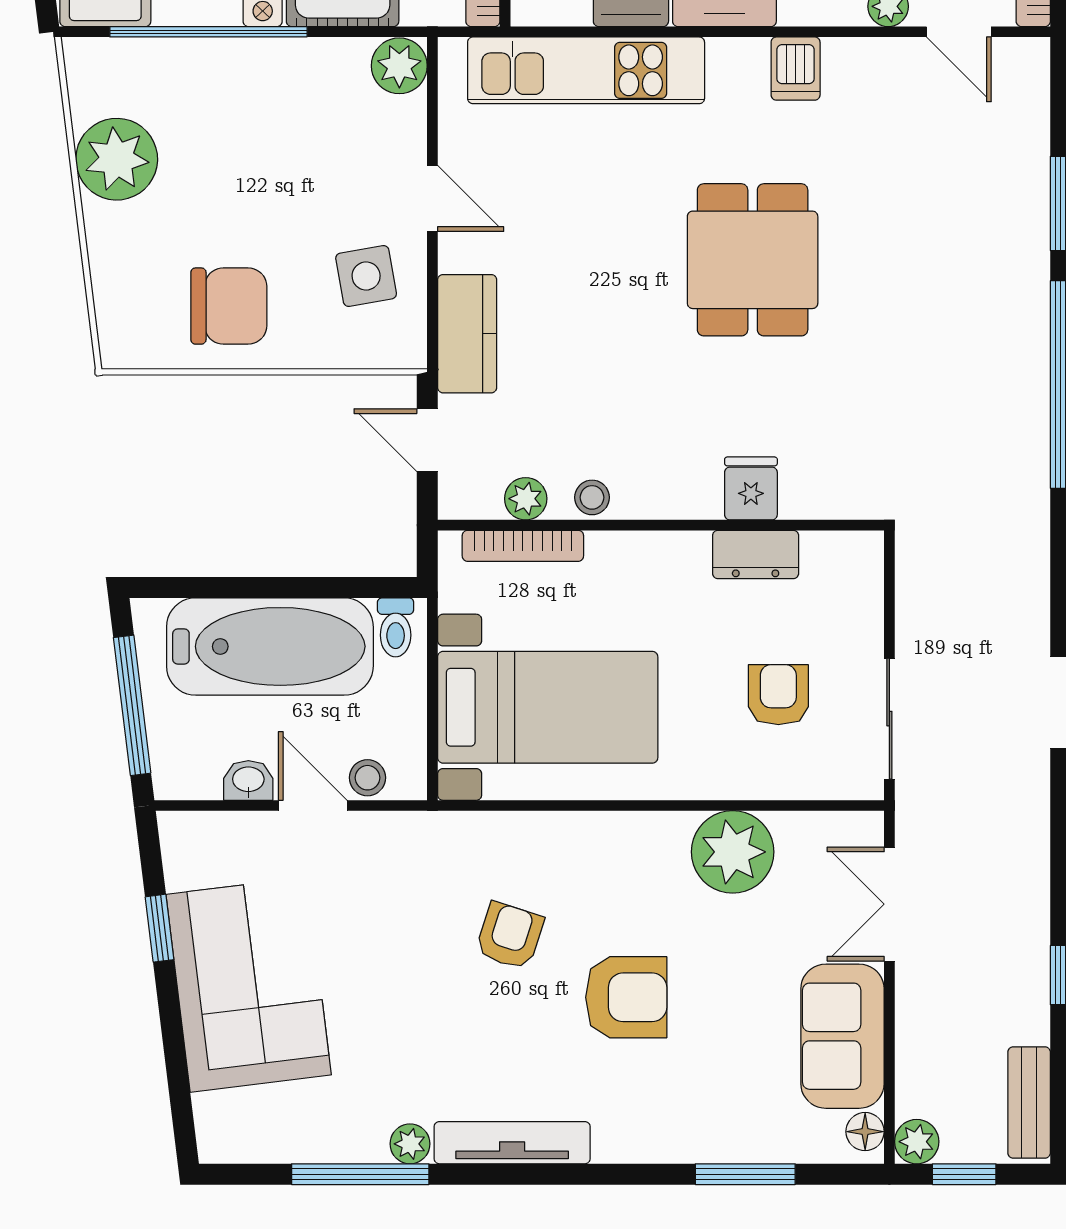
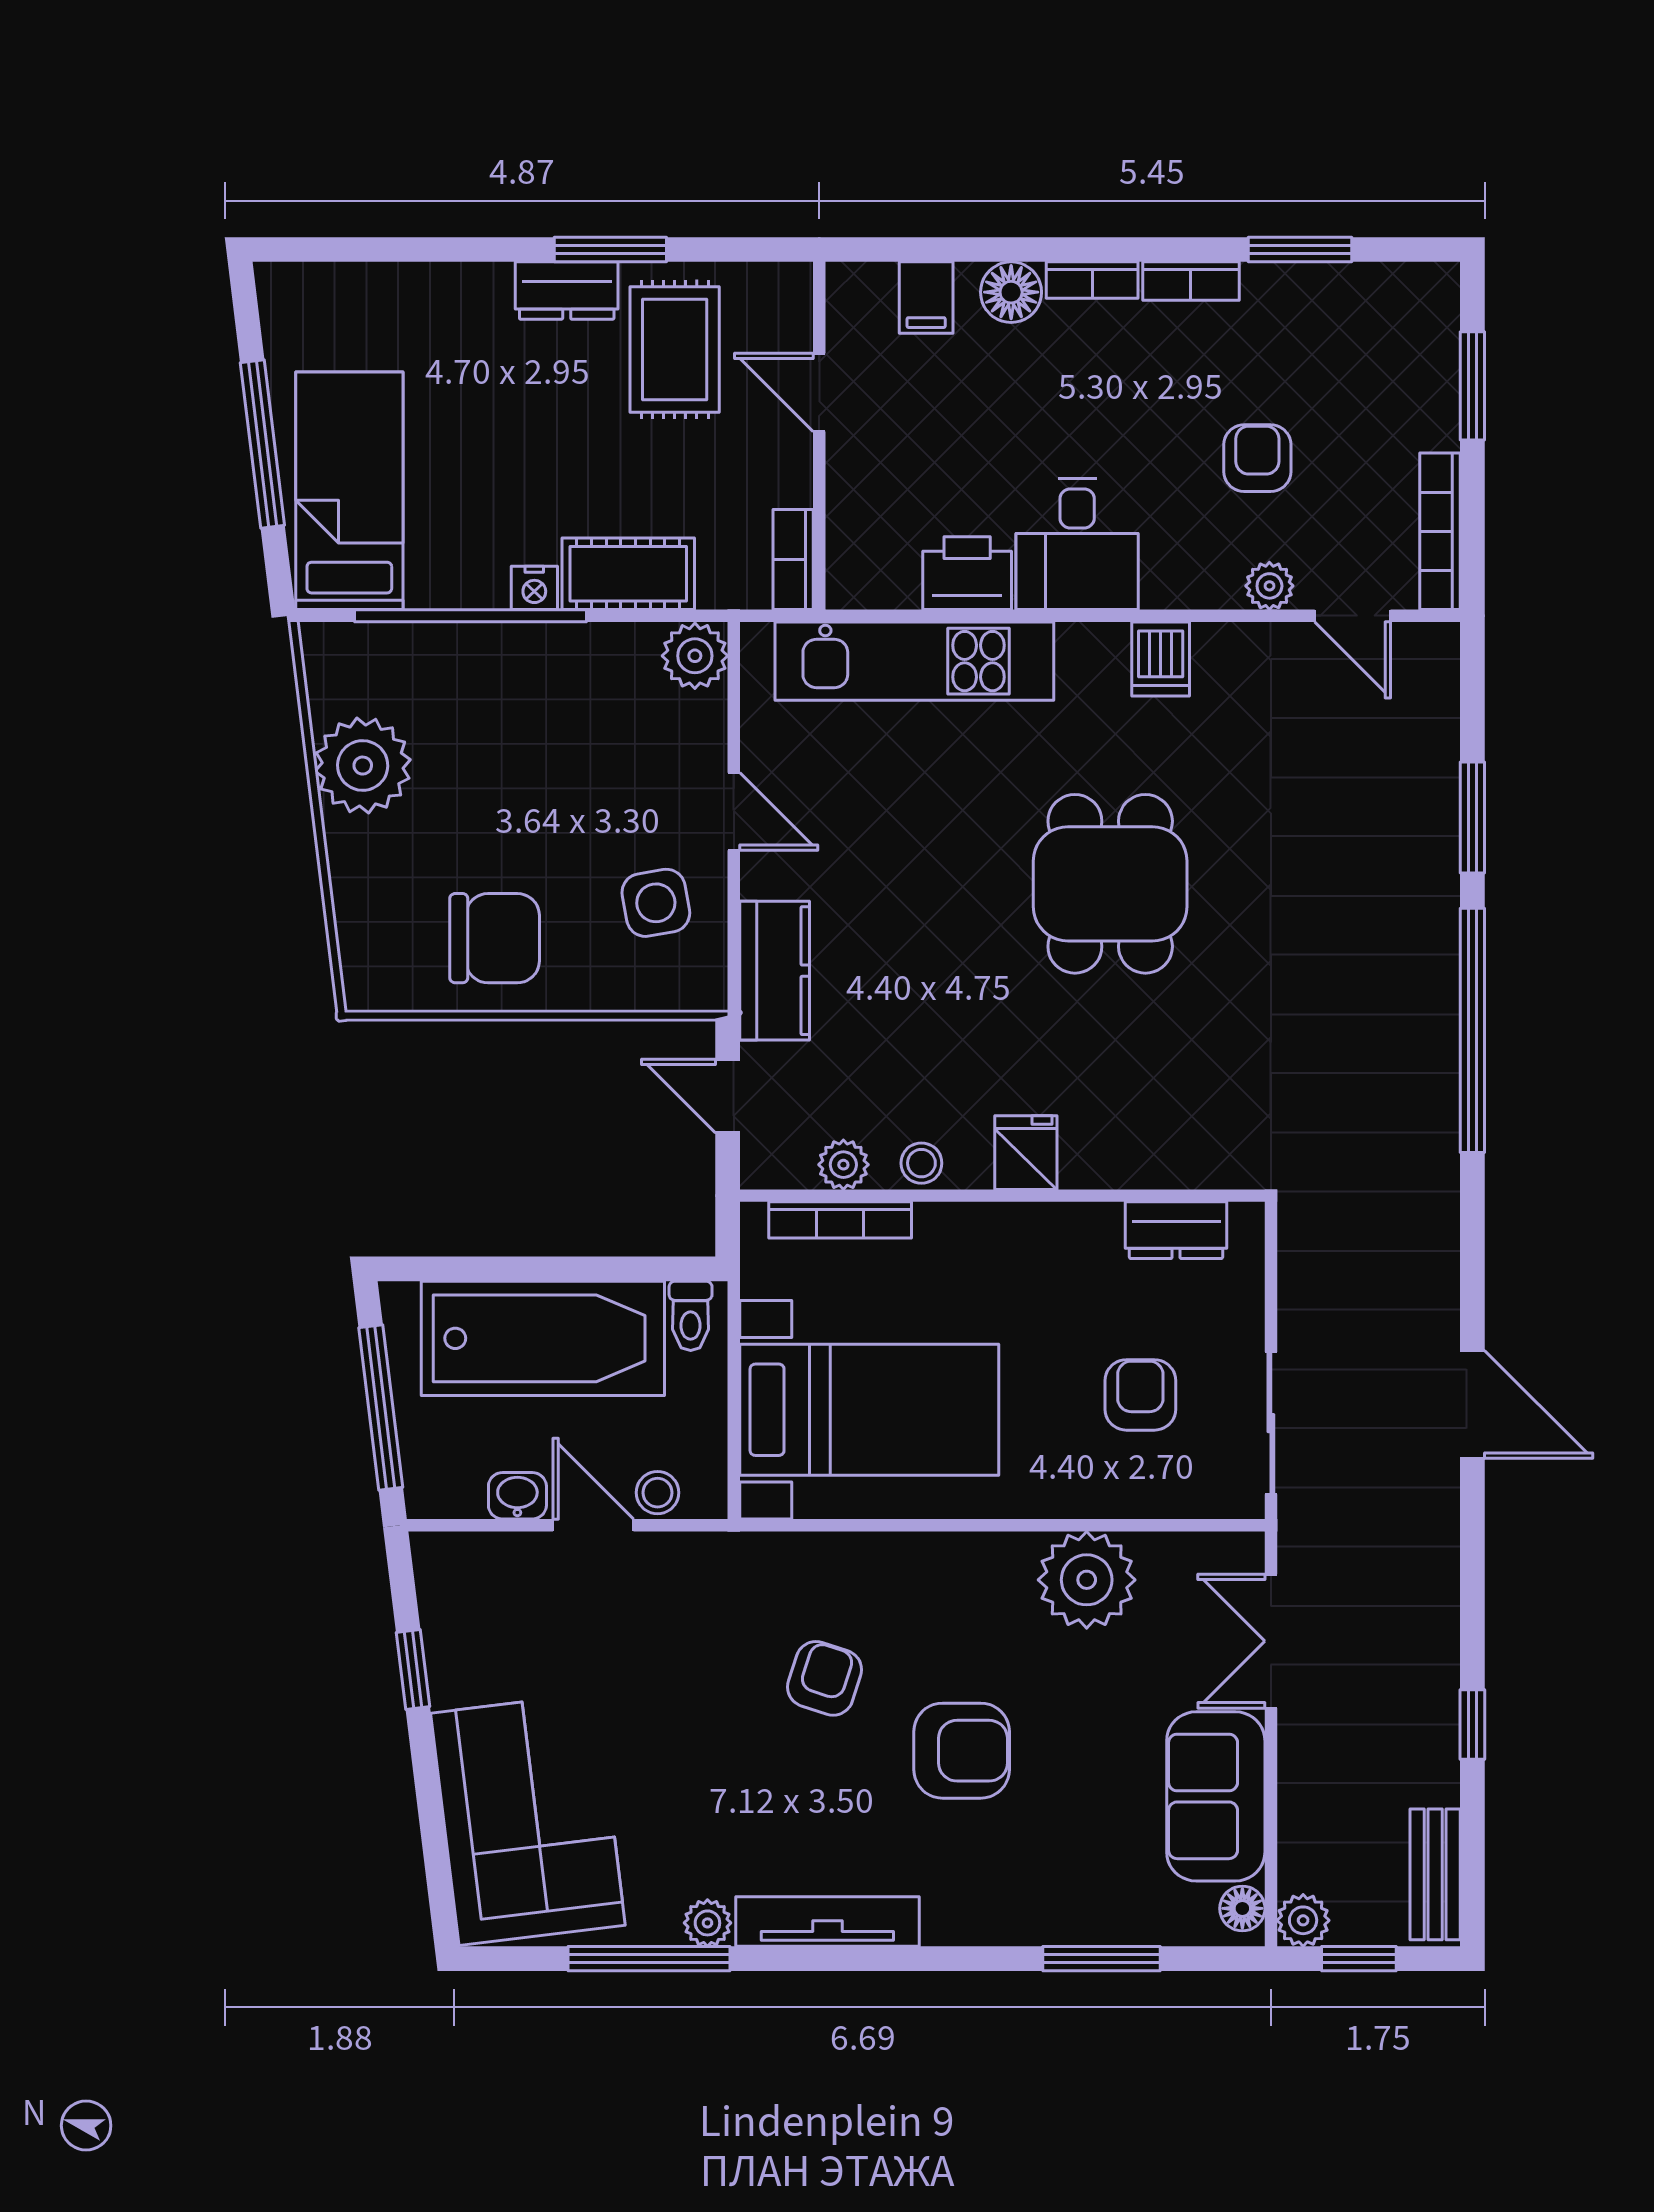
fridge: (751, 488) -> (1026, 1153), moved
dresser: (756, 554) -> (1176, 1230), moved
corner sofa: (249, 985) -> (528, 1819), moved

